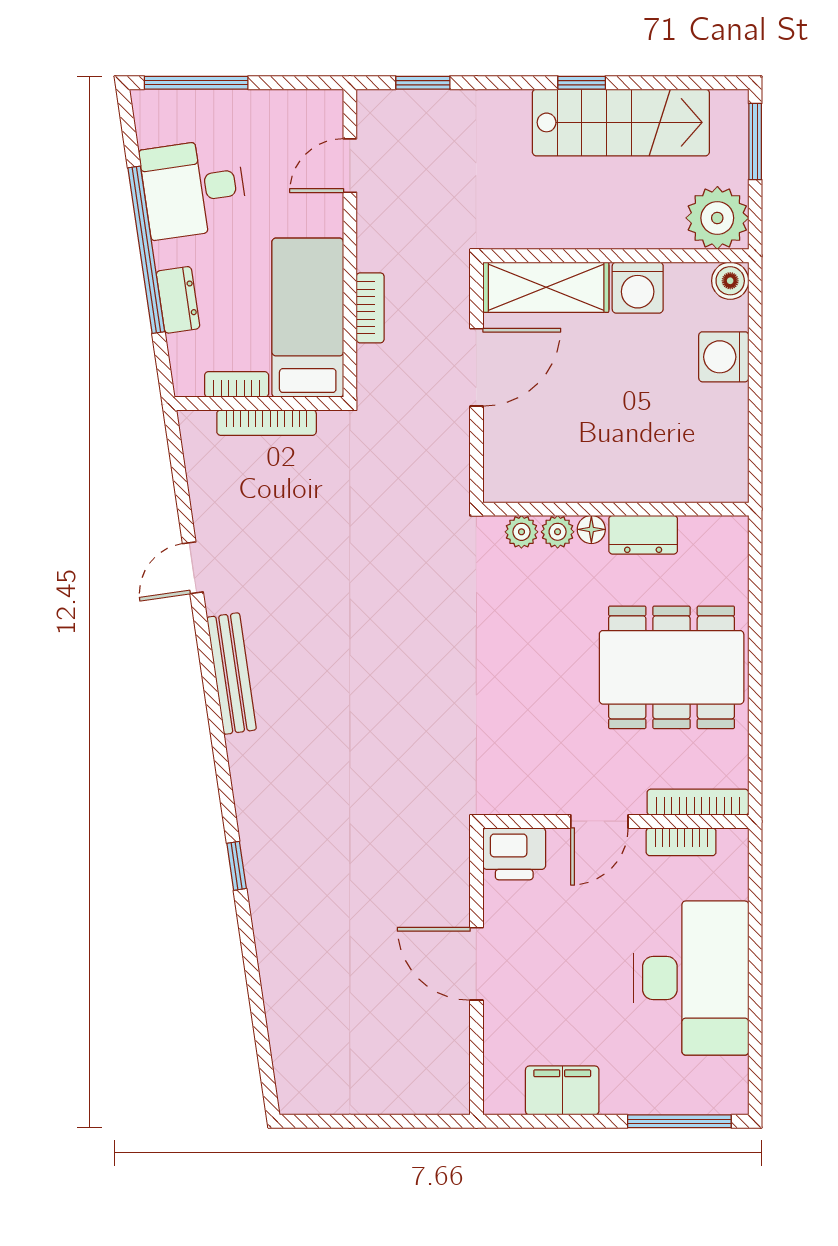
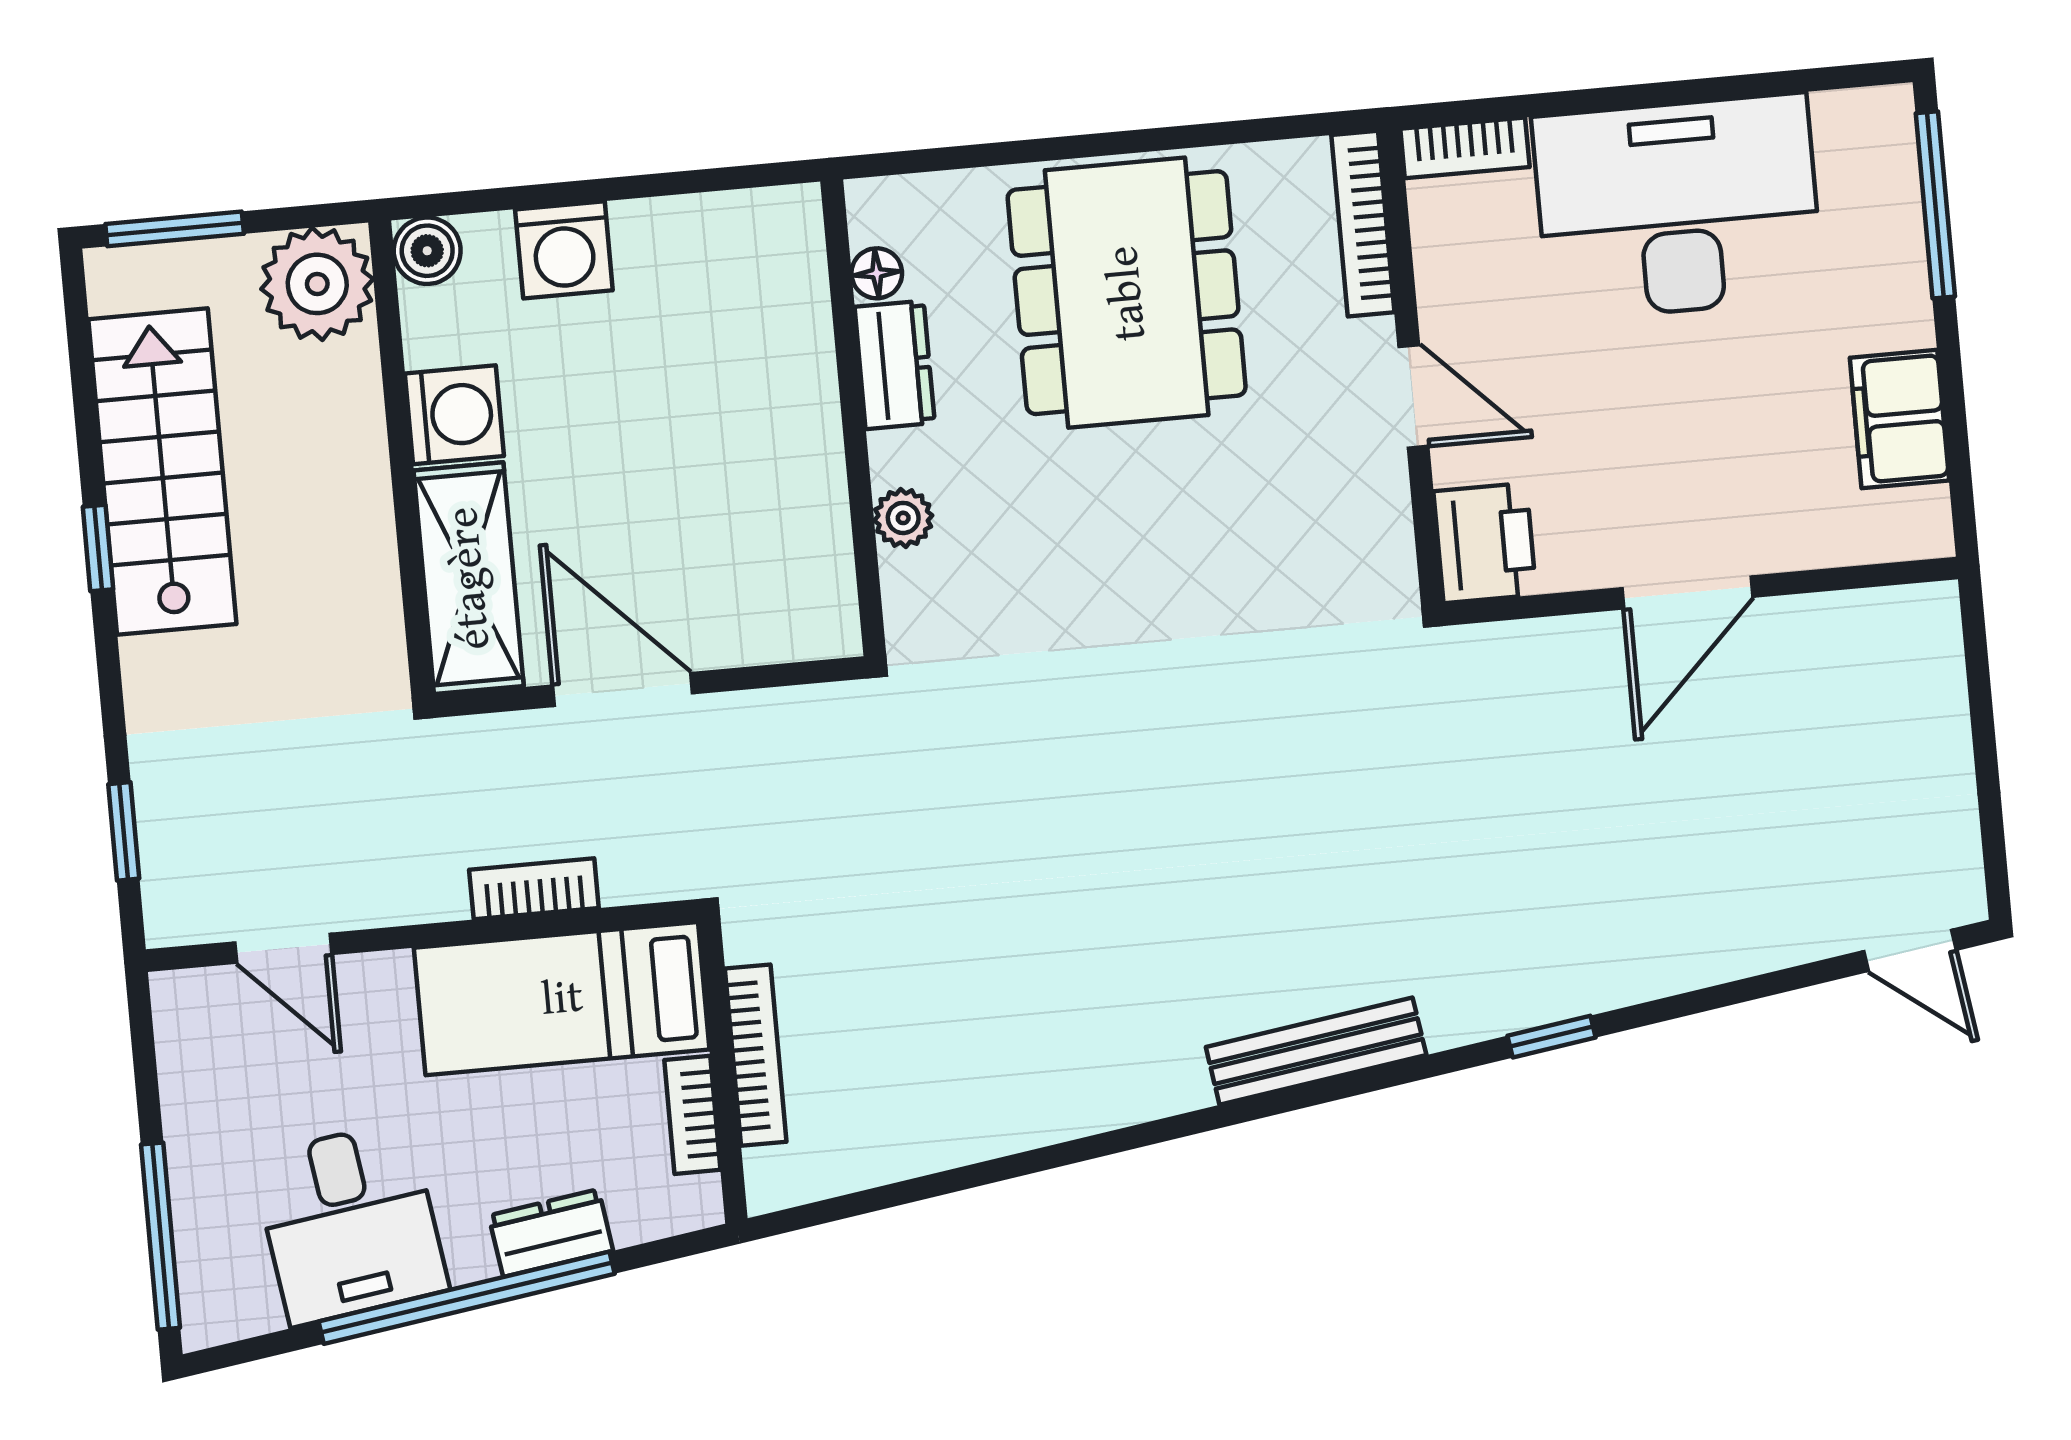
floor lamp: (591, 529) -> (877, 273), moved
plant: (521, 532) -> (909, 582), removed
door: (193, 568) -> (1910, 950), moved
bench: (232, 674) -> (1316, 1051), moved
bookcase: (681, 842) -> (1465, 148), moved, turned 90

